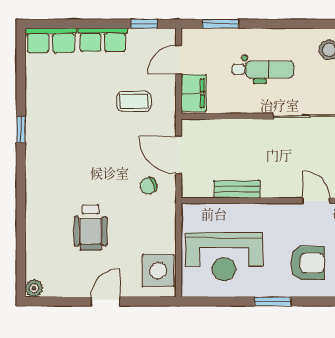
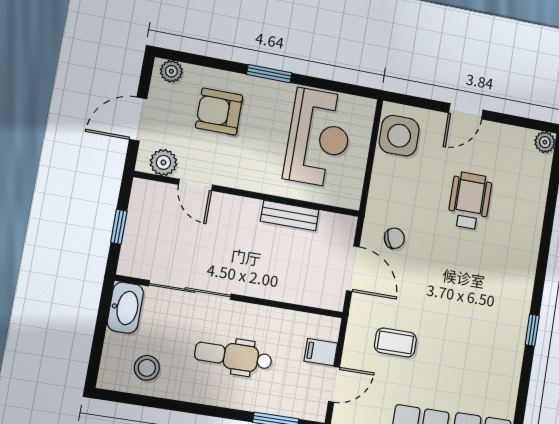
filing cabinet: (194, 93) -> (321, 352), width x0.50
reception desk: (224, 257) -> (319, 138), turned 90

